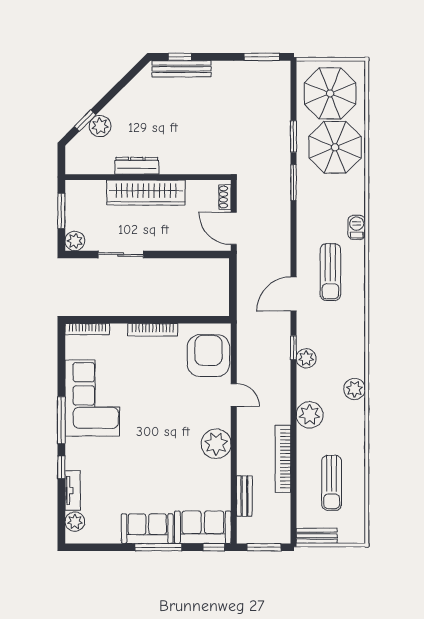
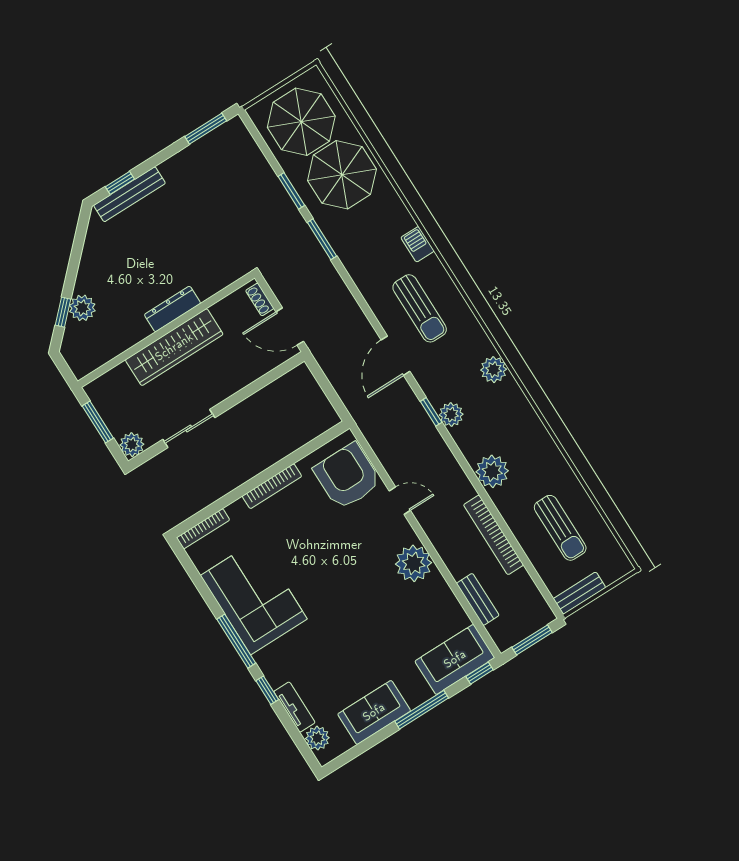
dresser: (137, 166) -> (172, 309), moved
plant: (355, 389) -> (494, 370), moved
sofa: (147, 529) -> (374, 712), moved

